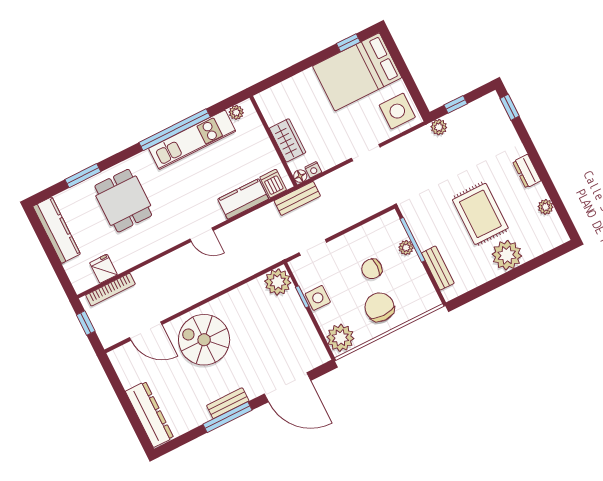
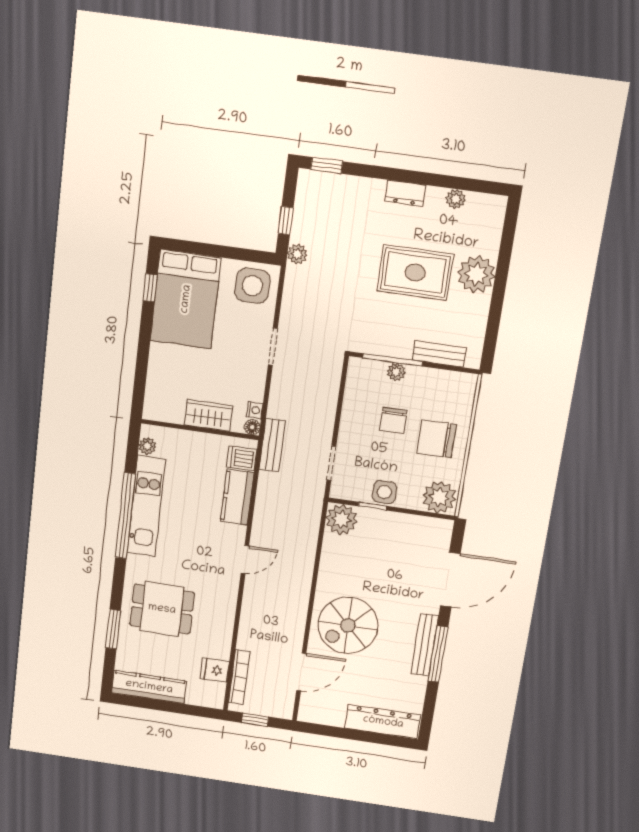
bench: (228, 403) -> (425, 645), width x1.36

